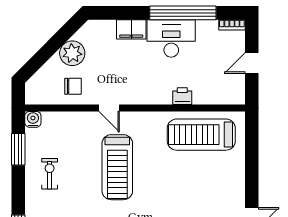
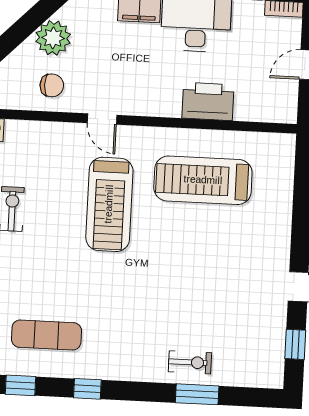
printer: (182, 96) -> (208, 101), width x1.87, depth x1.48
treadmill: (201, 135) -> (203, 180), moved

